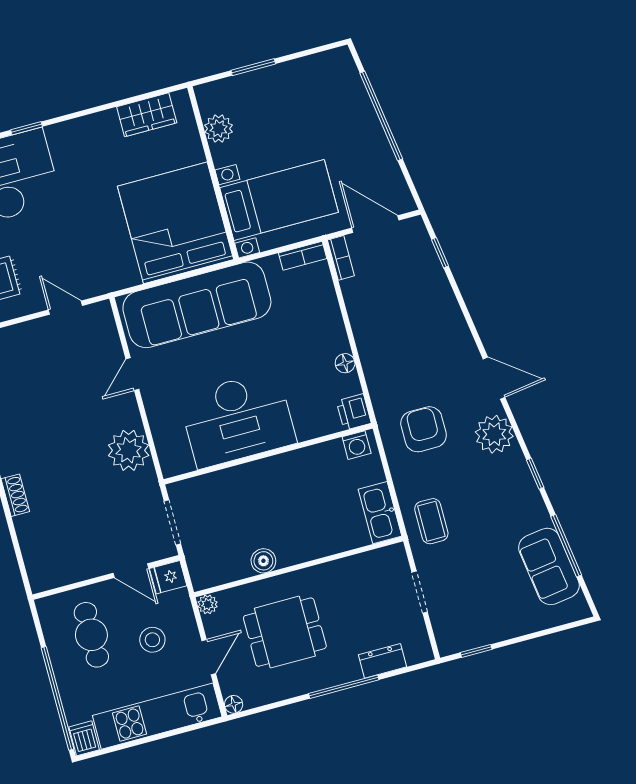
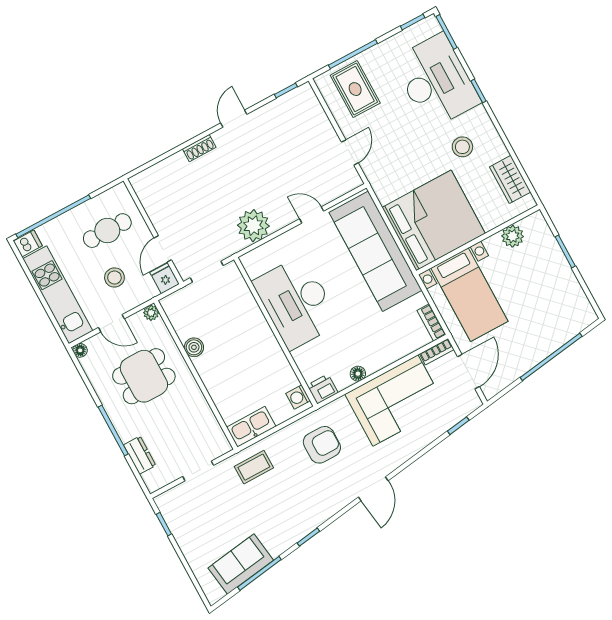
stool: (92, 165) -> (462, 147), added
corner sofa: (390, 324) -> (395, 400), added
plant: (494, 434) -> (331, 499), removed
dining table: (285, 632) -> (144, 376), turned 90

